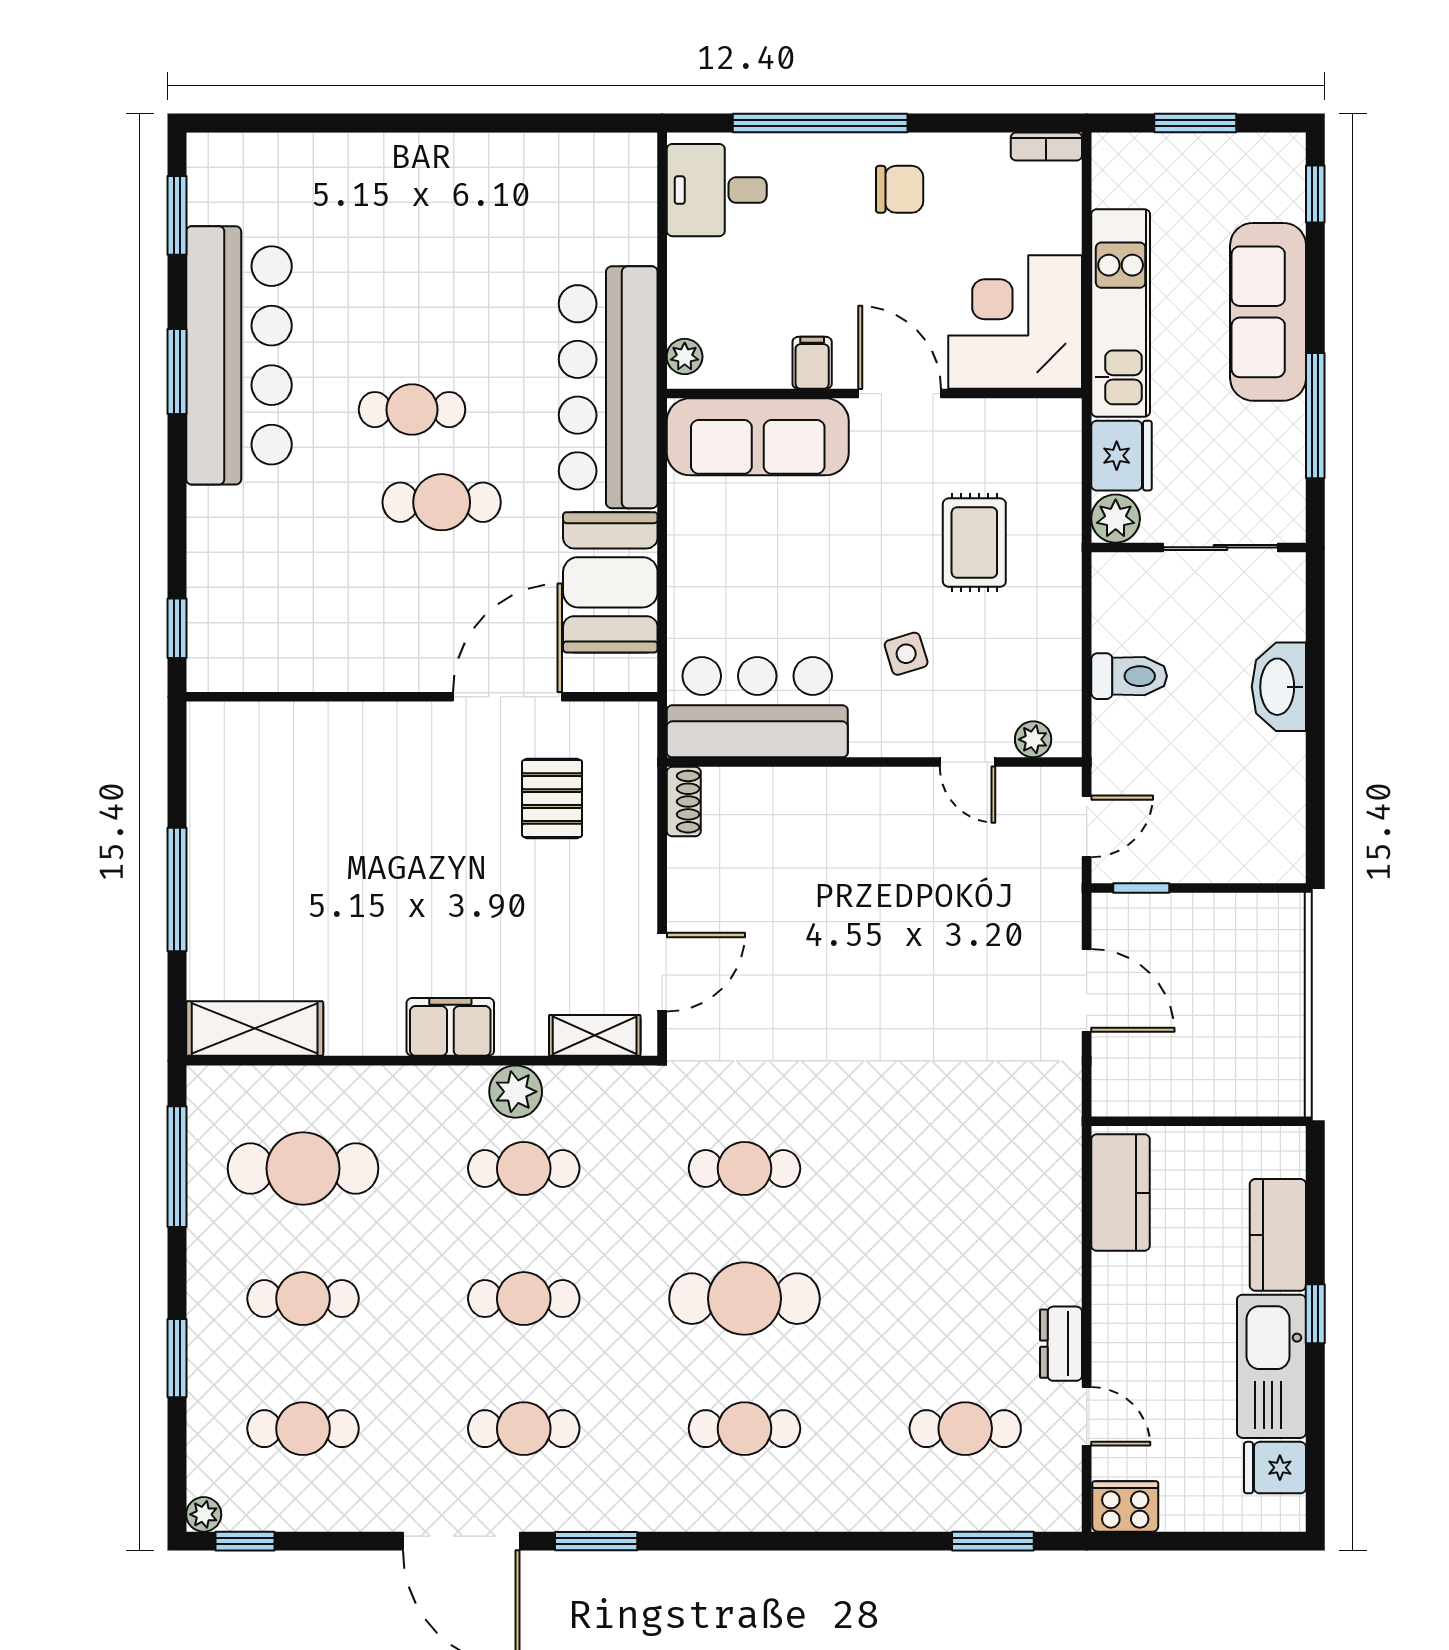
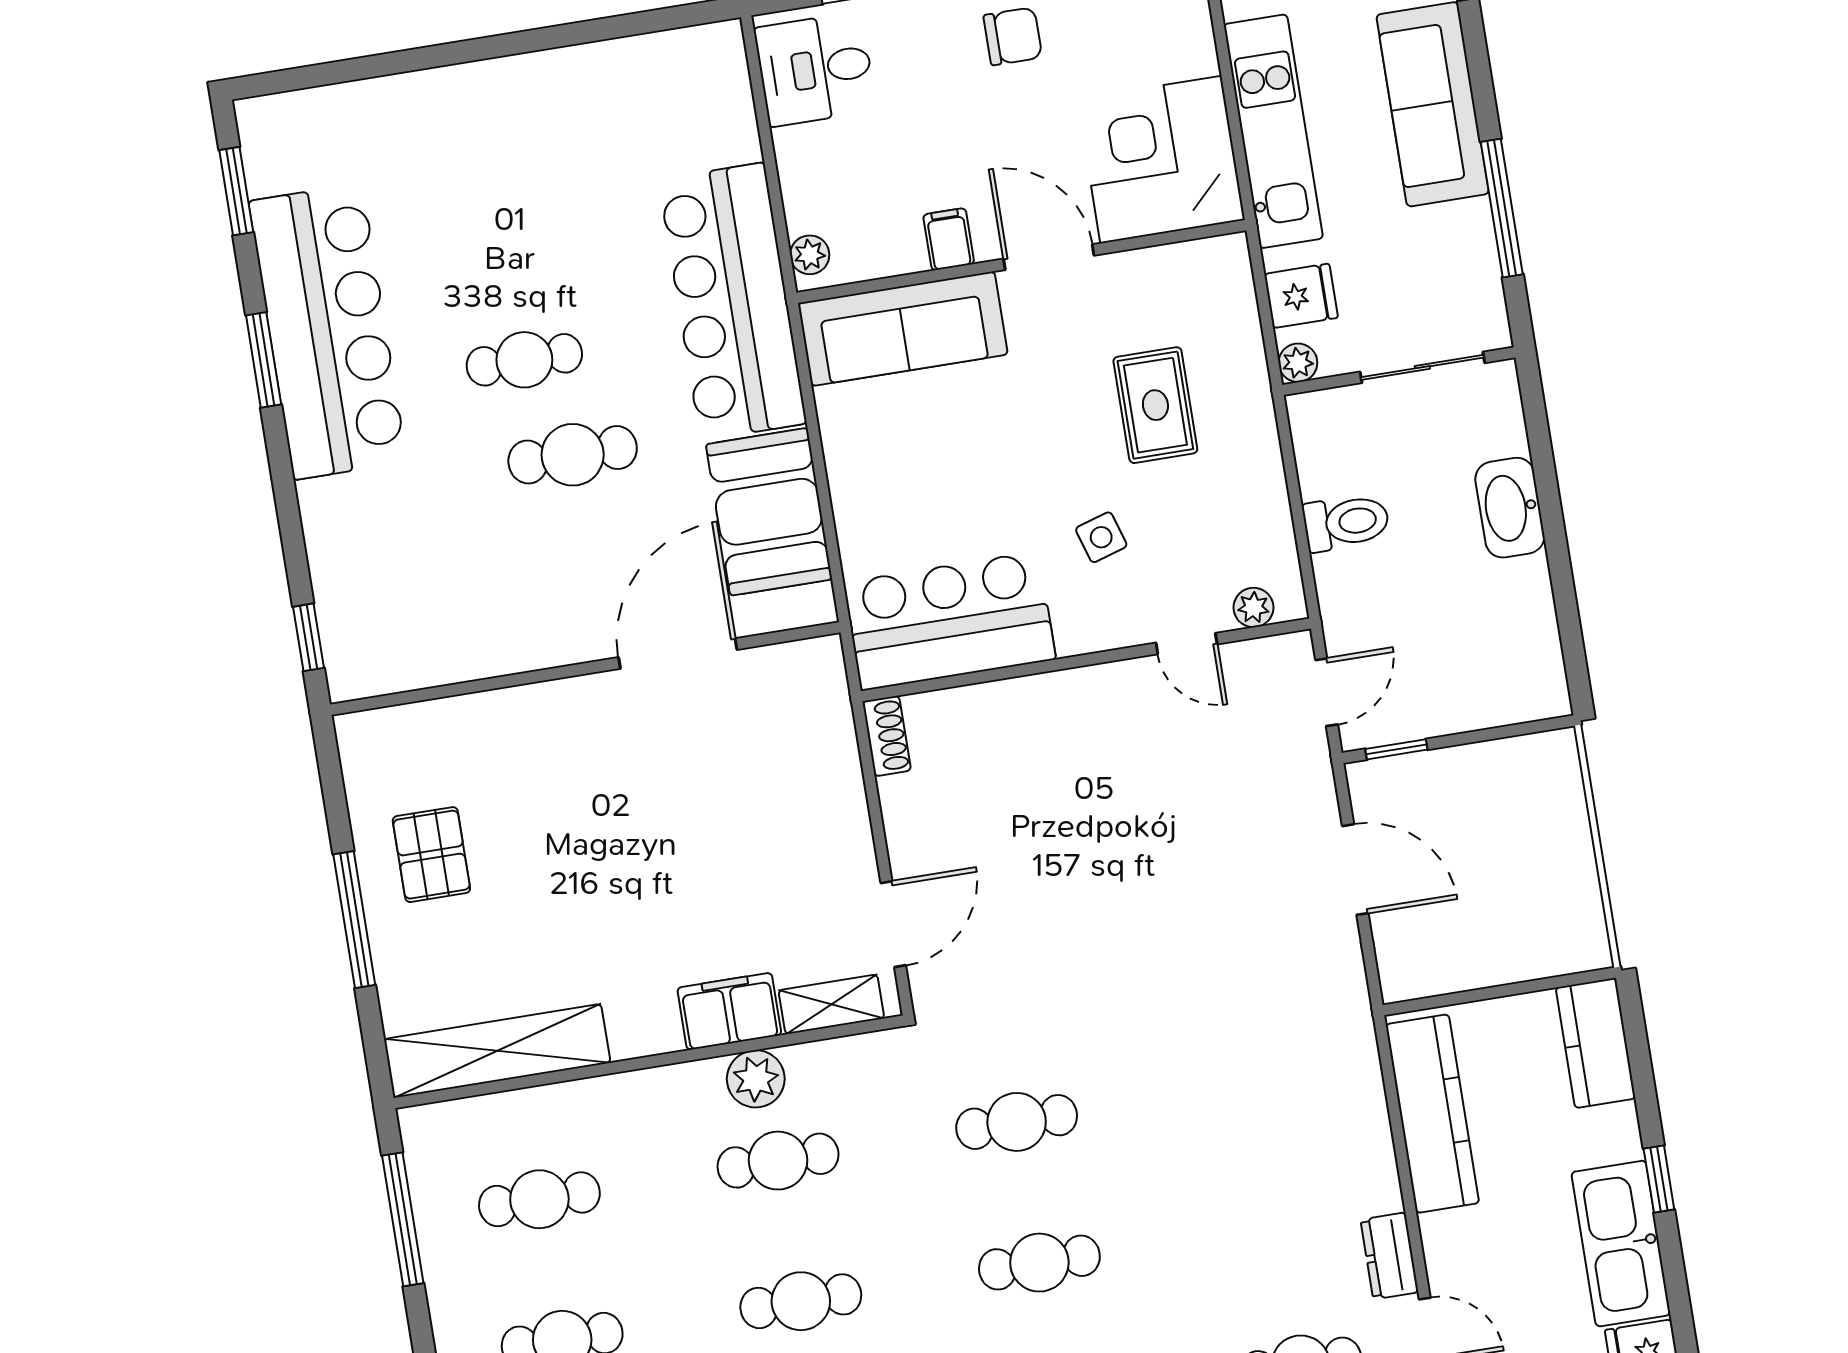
fridge: (1121, 456) -> (1301, 296), width x0.72
plant: (1116, 519) -> (1298, 363), width x0.73, depth x0.73
pallet: (552, 799) -> (431, 855), moved
filing cabinet: (450, 1027) -> (729, 1011), moved
shelving: (255, 1029) -> (497, 1051), width x1.47
cafe table: (303, 1168) -> (539, 1199), width x0.73, depth x0.74
kitchen counter: (1121, 1193) -> (1432, 1114), width x1.50
kitchen counter: (1278, 1235) -> (1596, 1043), moved
cafe table: (744, 1299) -> (1039, 1263), width x0.73, depth x0.74

